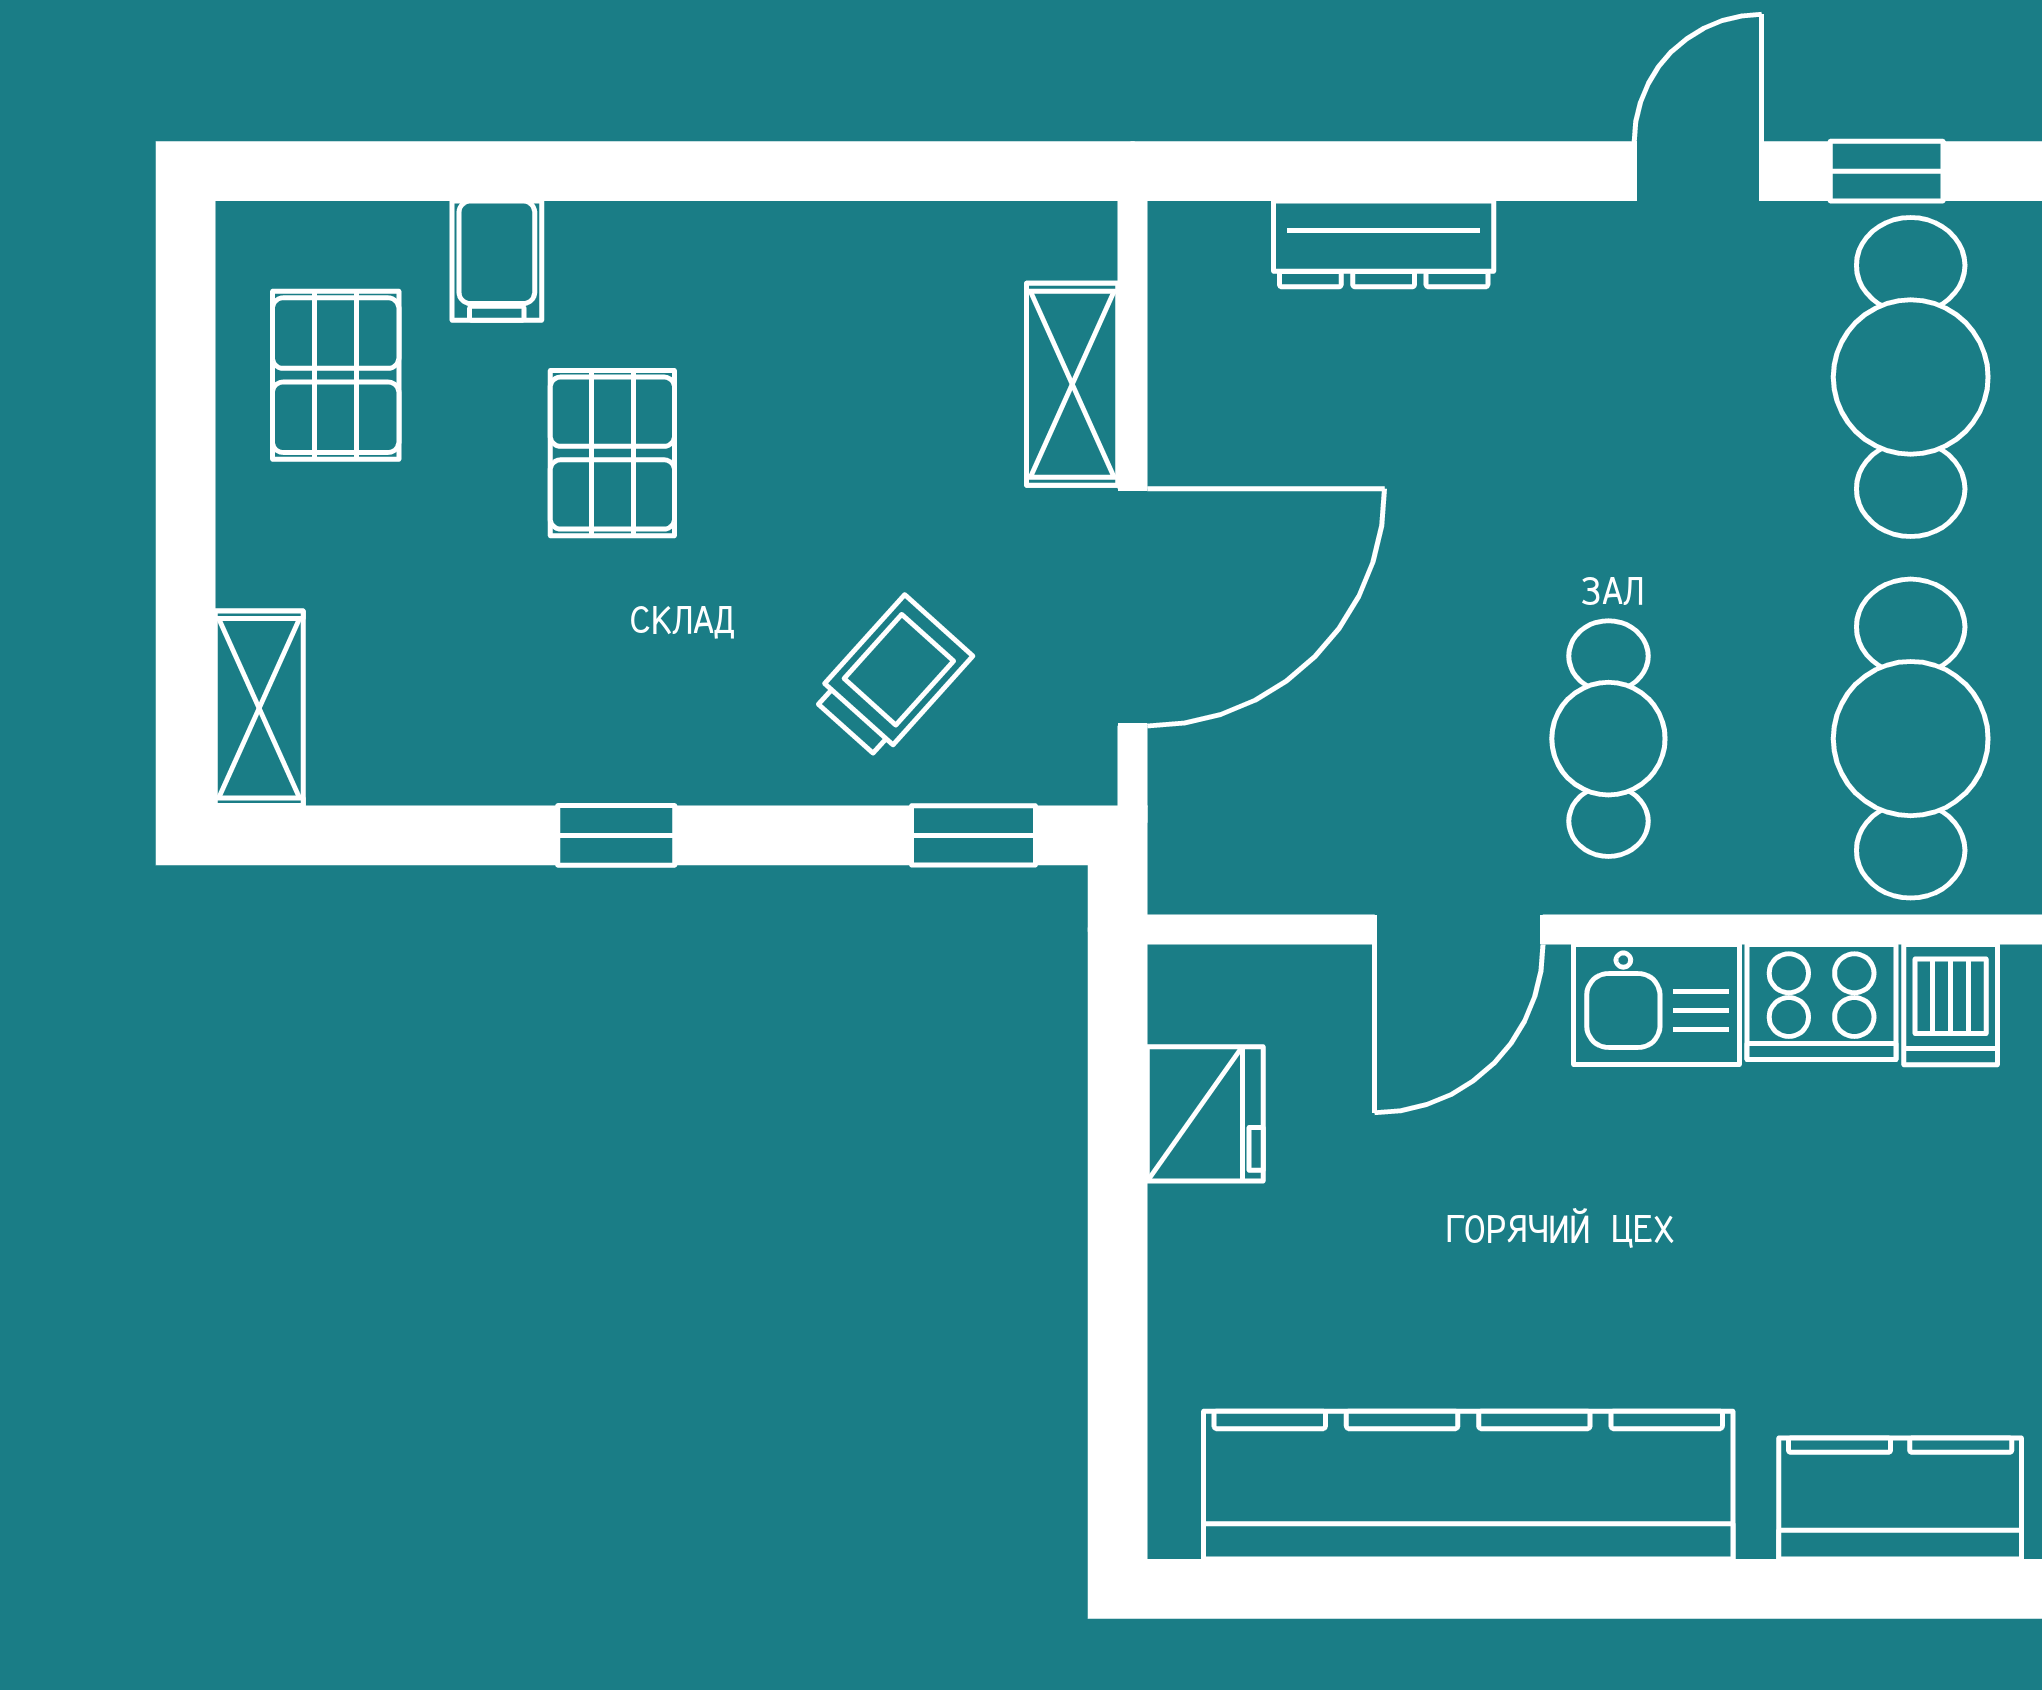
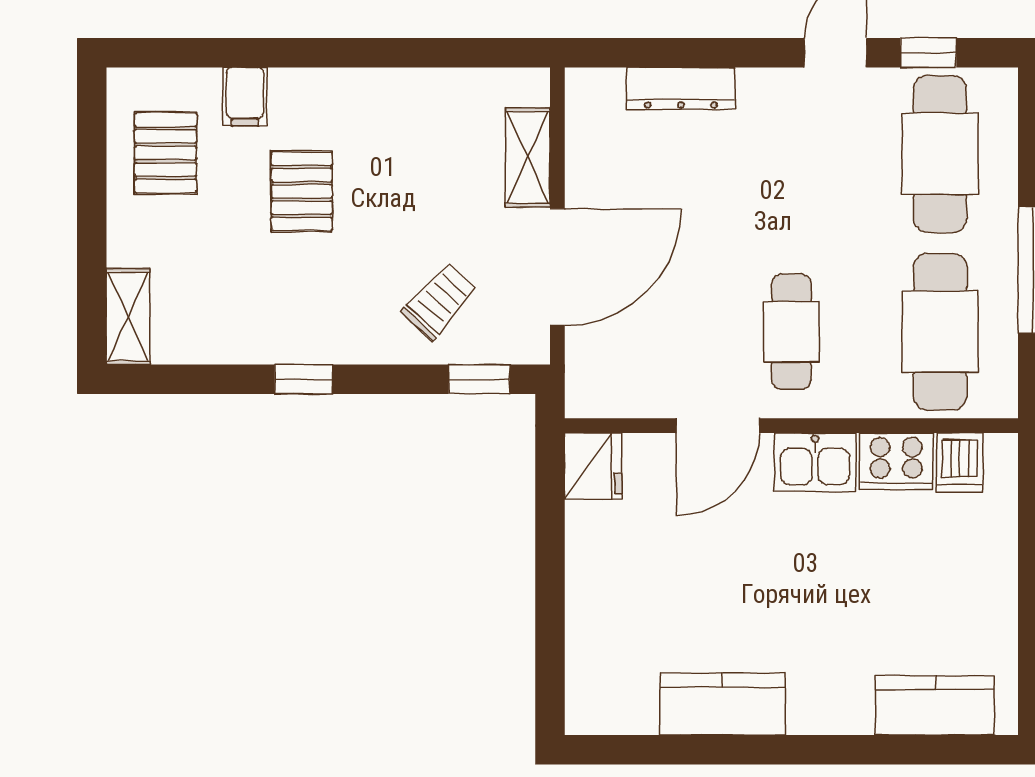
fridge: (1205, 1114) -> (593, 466), moved
kitchen counter: (1468, 1485) -> (722, 704), width x0.48, depth x0.86

